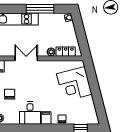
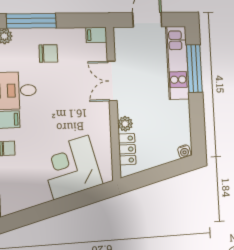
window: (40, 9) -> (194, 69), moved
double door: (26, 58) -> (112, 81), swing flipped

